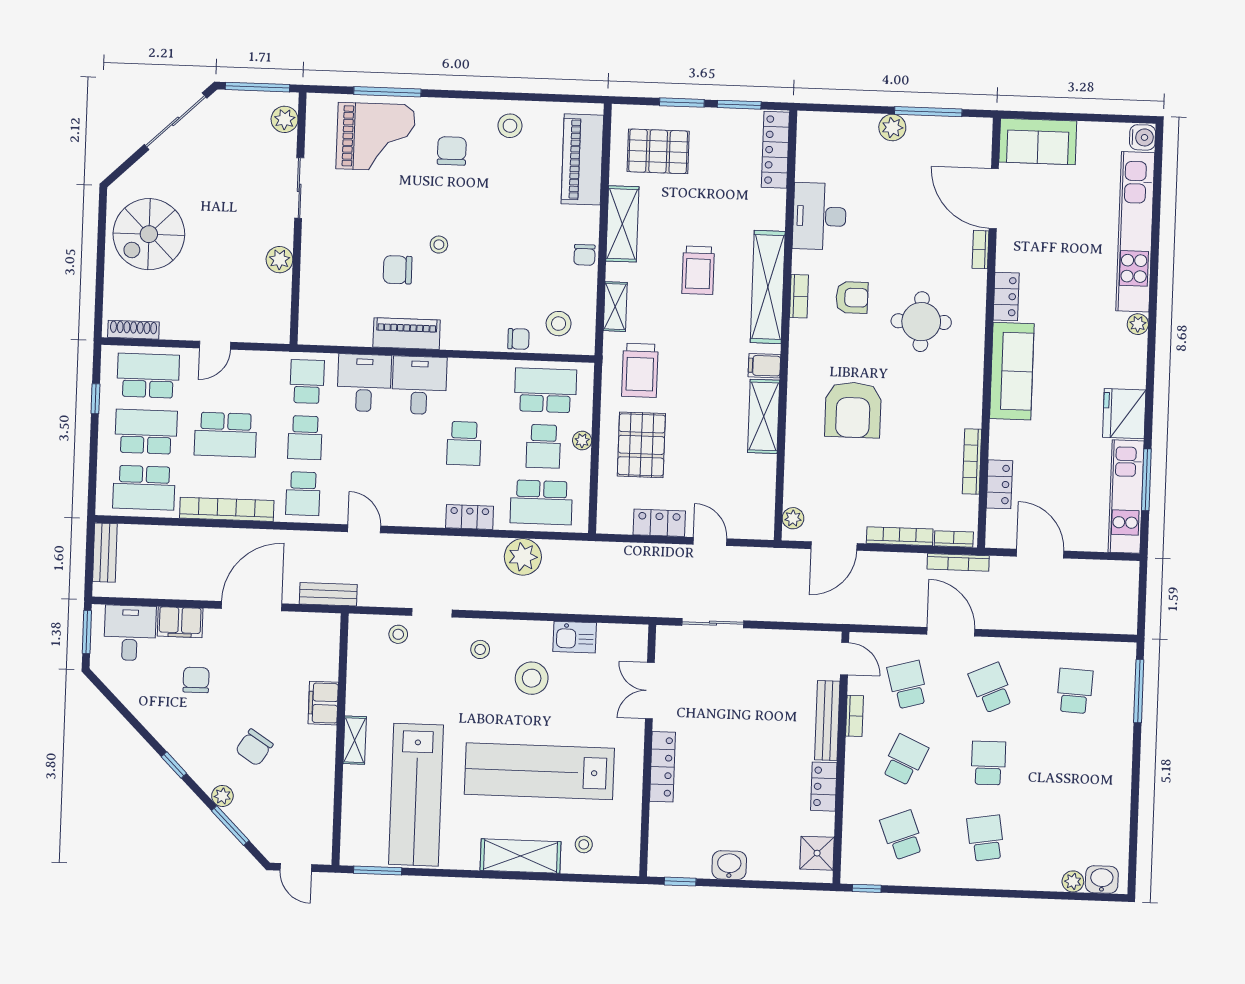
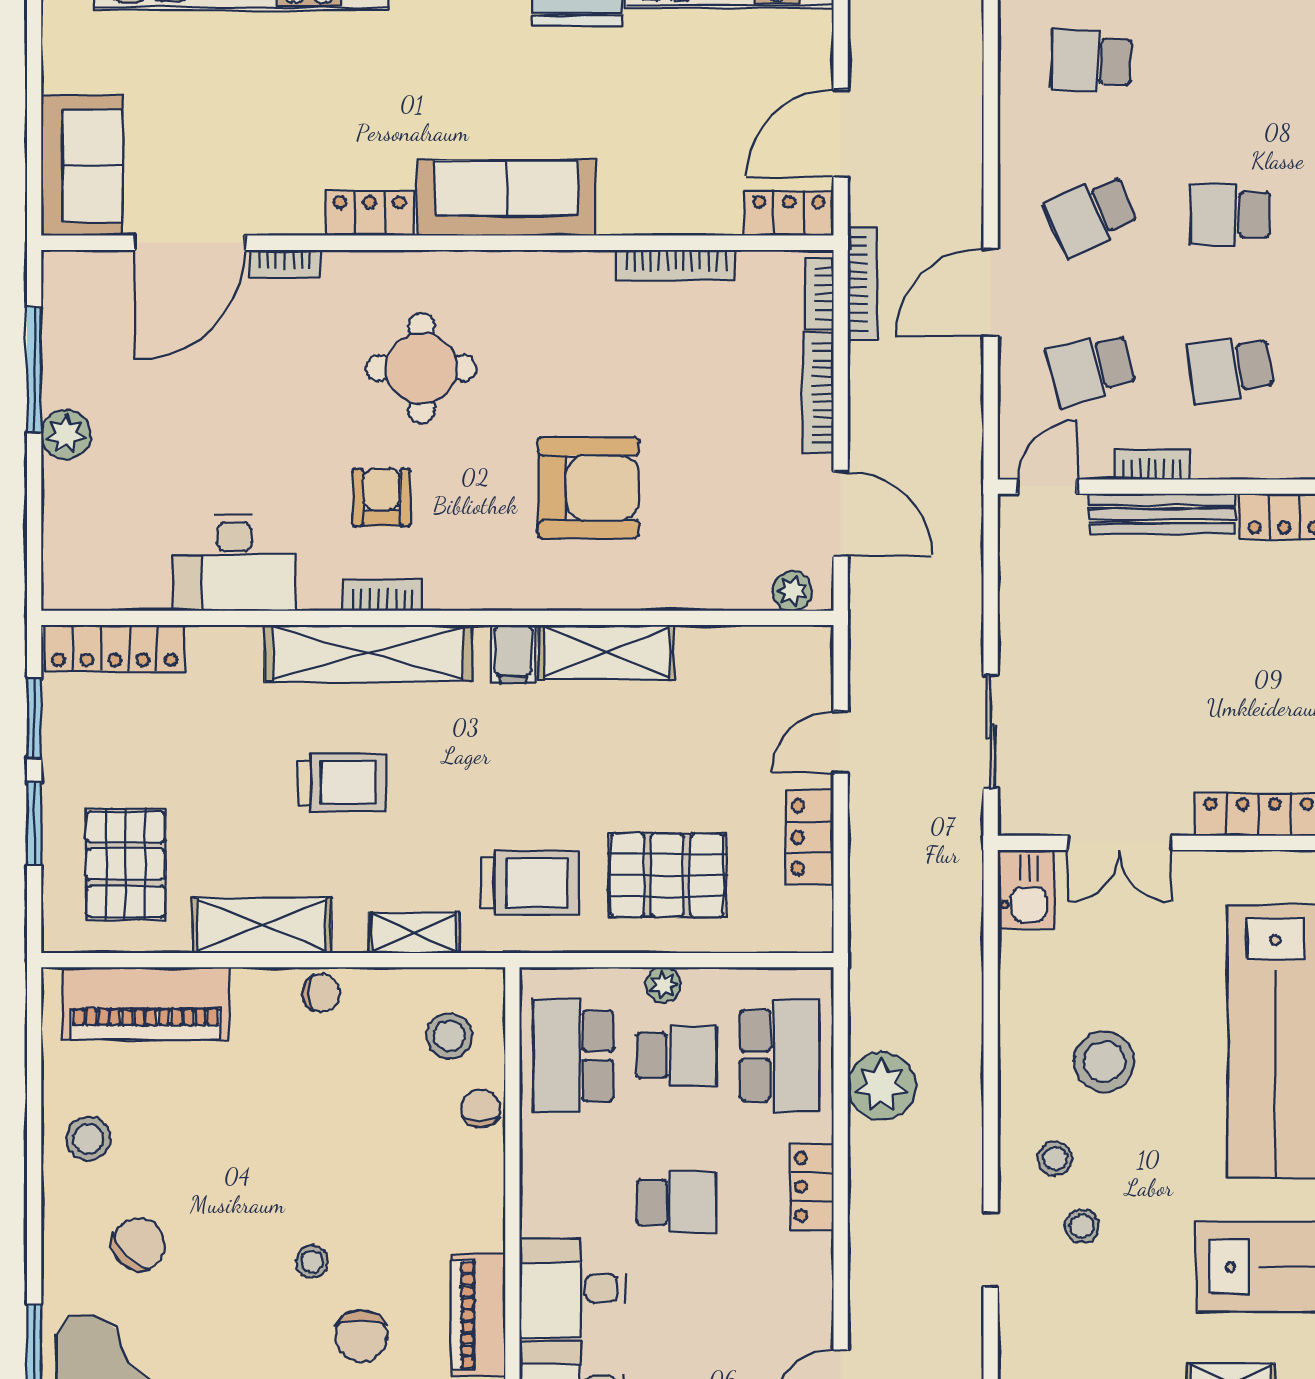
chair: (452, 151) -> (139, 1244), turned 135
locker: (999, 484) -> (789, 213), moved
stool: (398, 634) -> (1082, 1226), moved
kitchen sink: (575, 637) -> (1026, 889), moved
school desk: (905, 760) -> (1230, 369), turned -33

